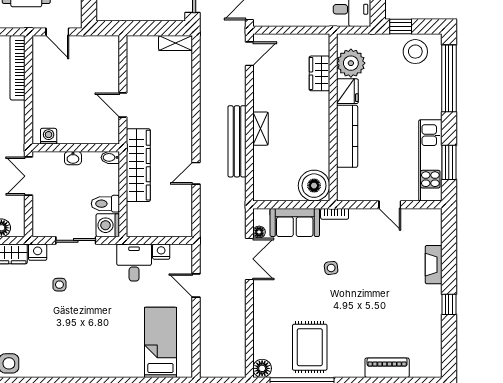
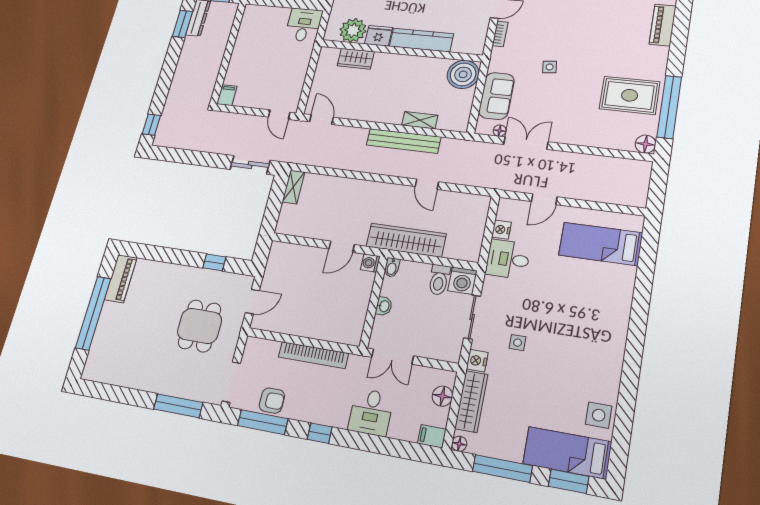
bookcase: (18, 68) -> (313, 355), moved
shelving: (261, 129) -> (420, 120), moved
washing machine: (49, 136) -> (370, 263), moved
bookcase: (335, 214) -> (500, 34), moved

